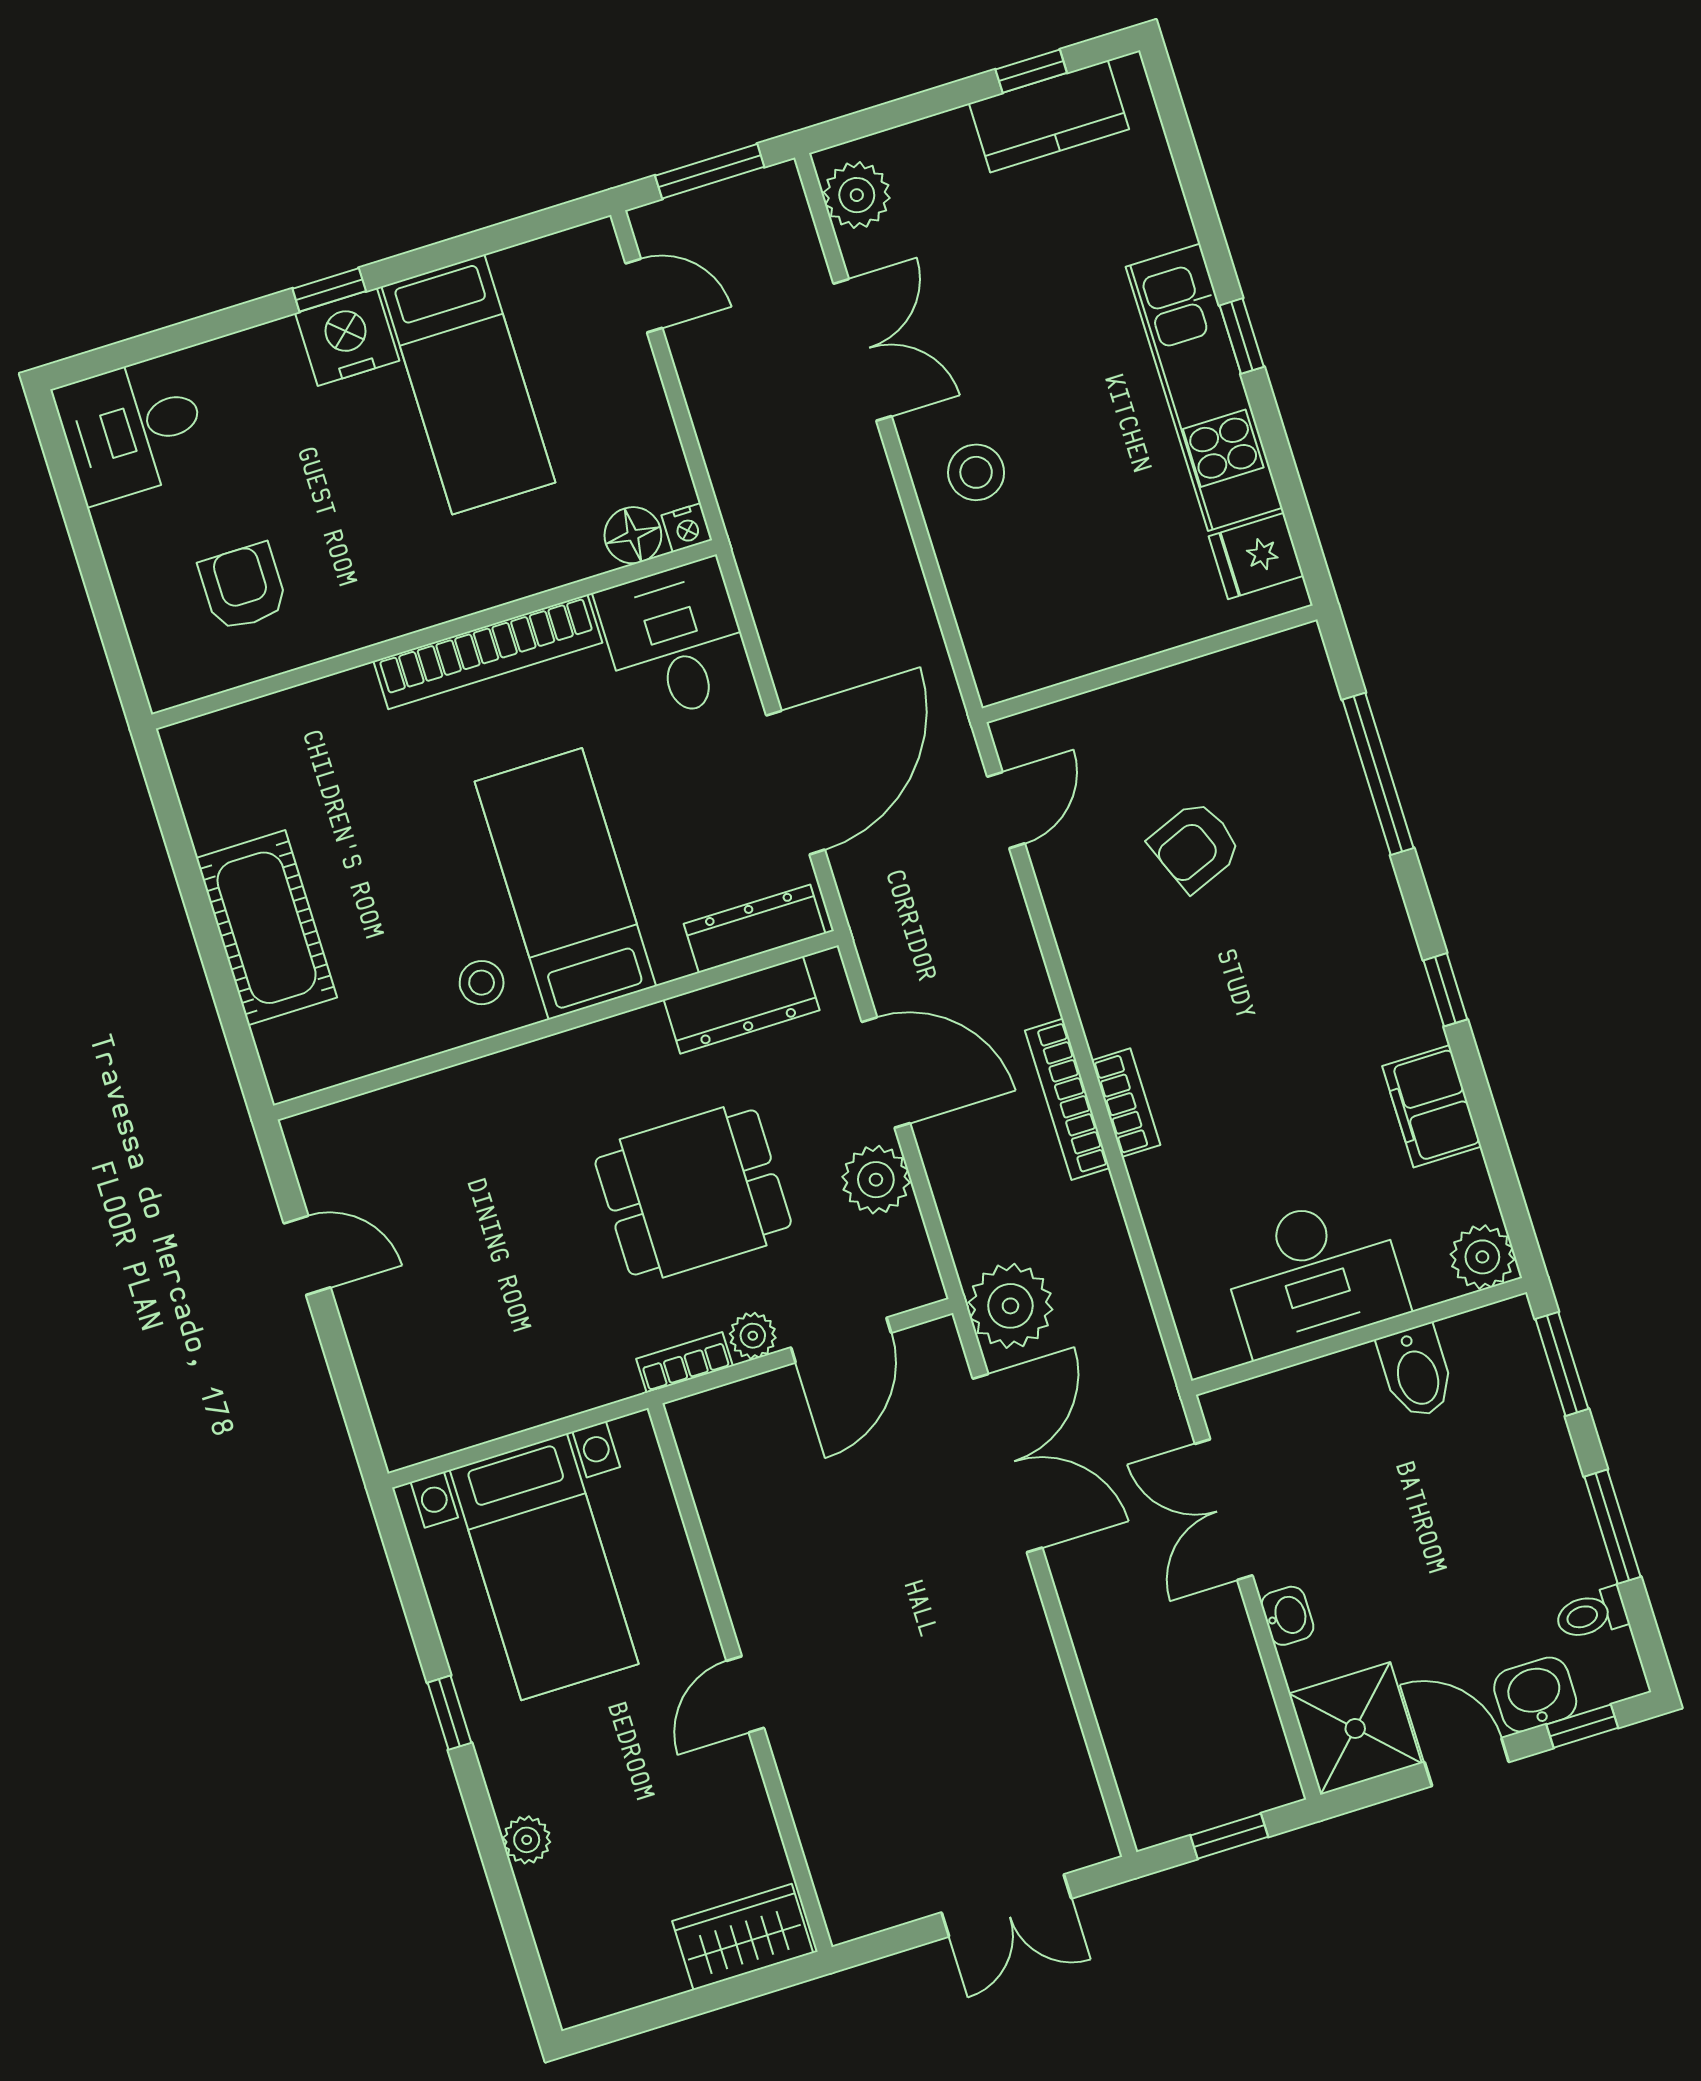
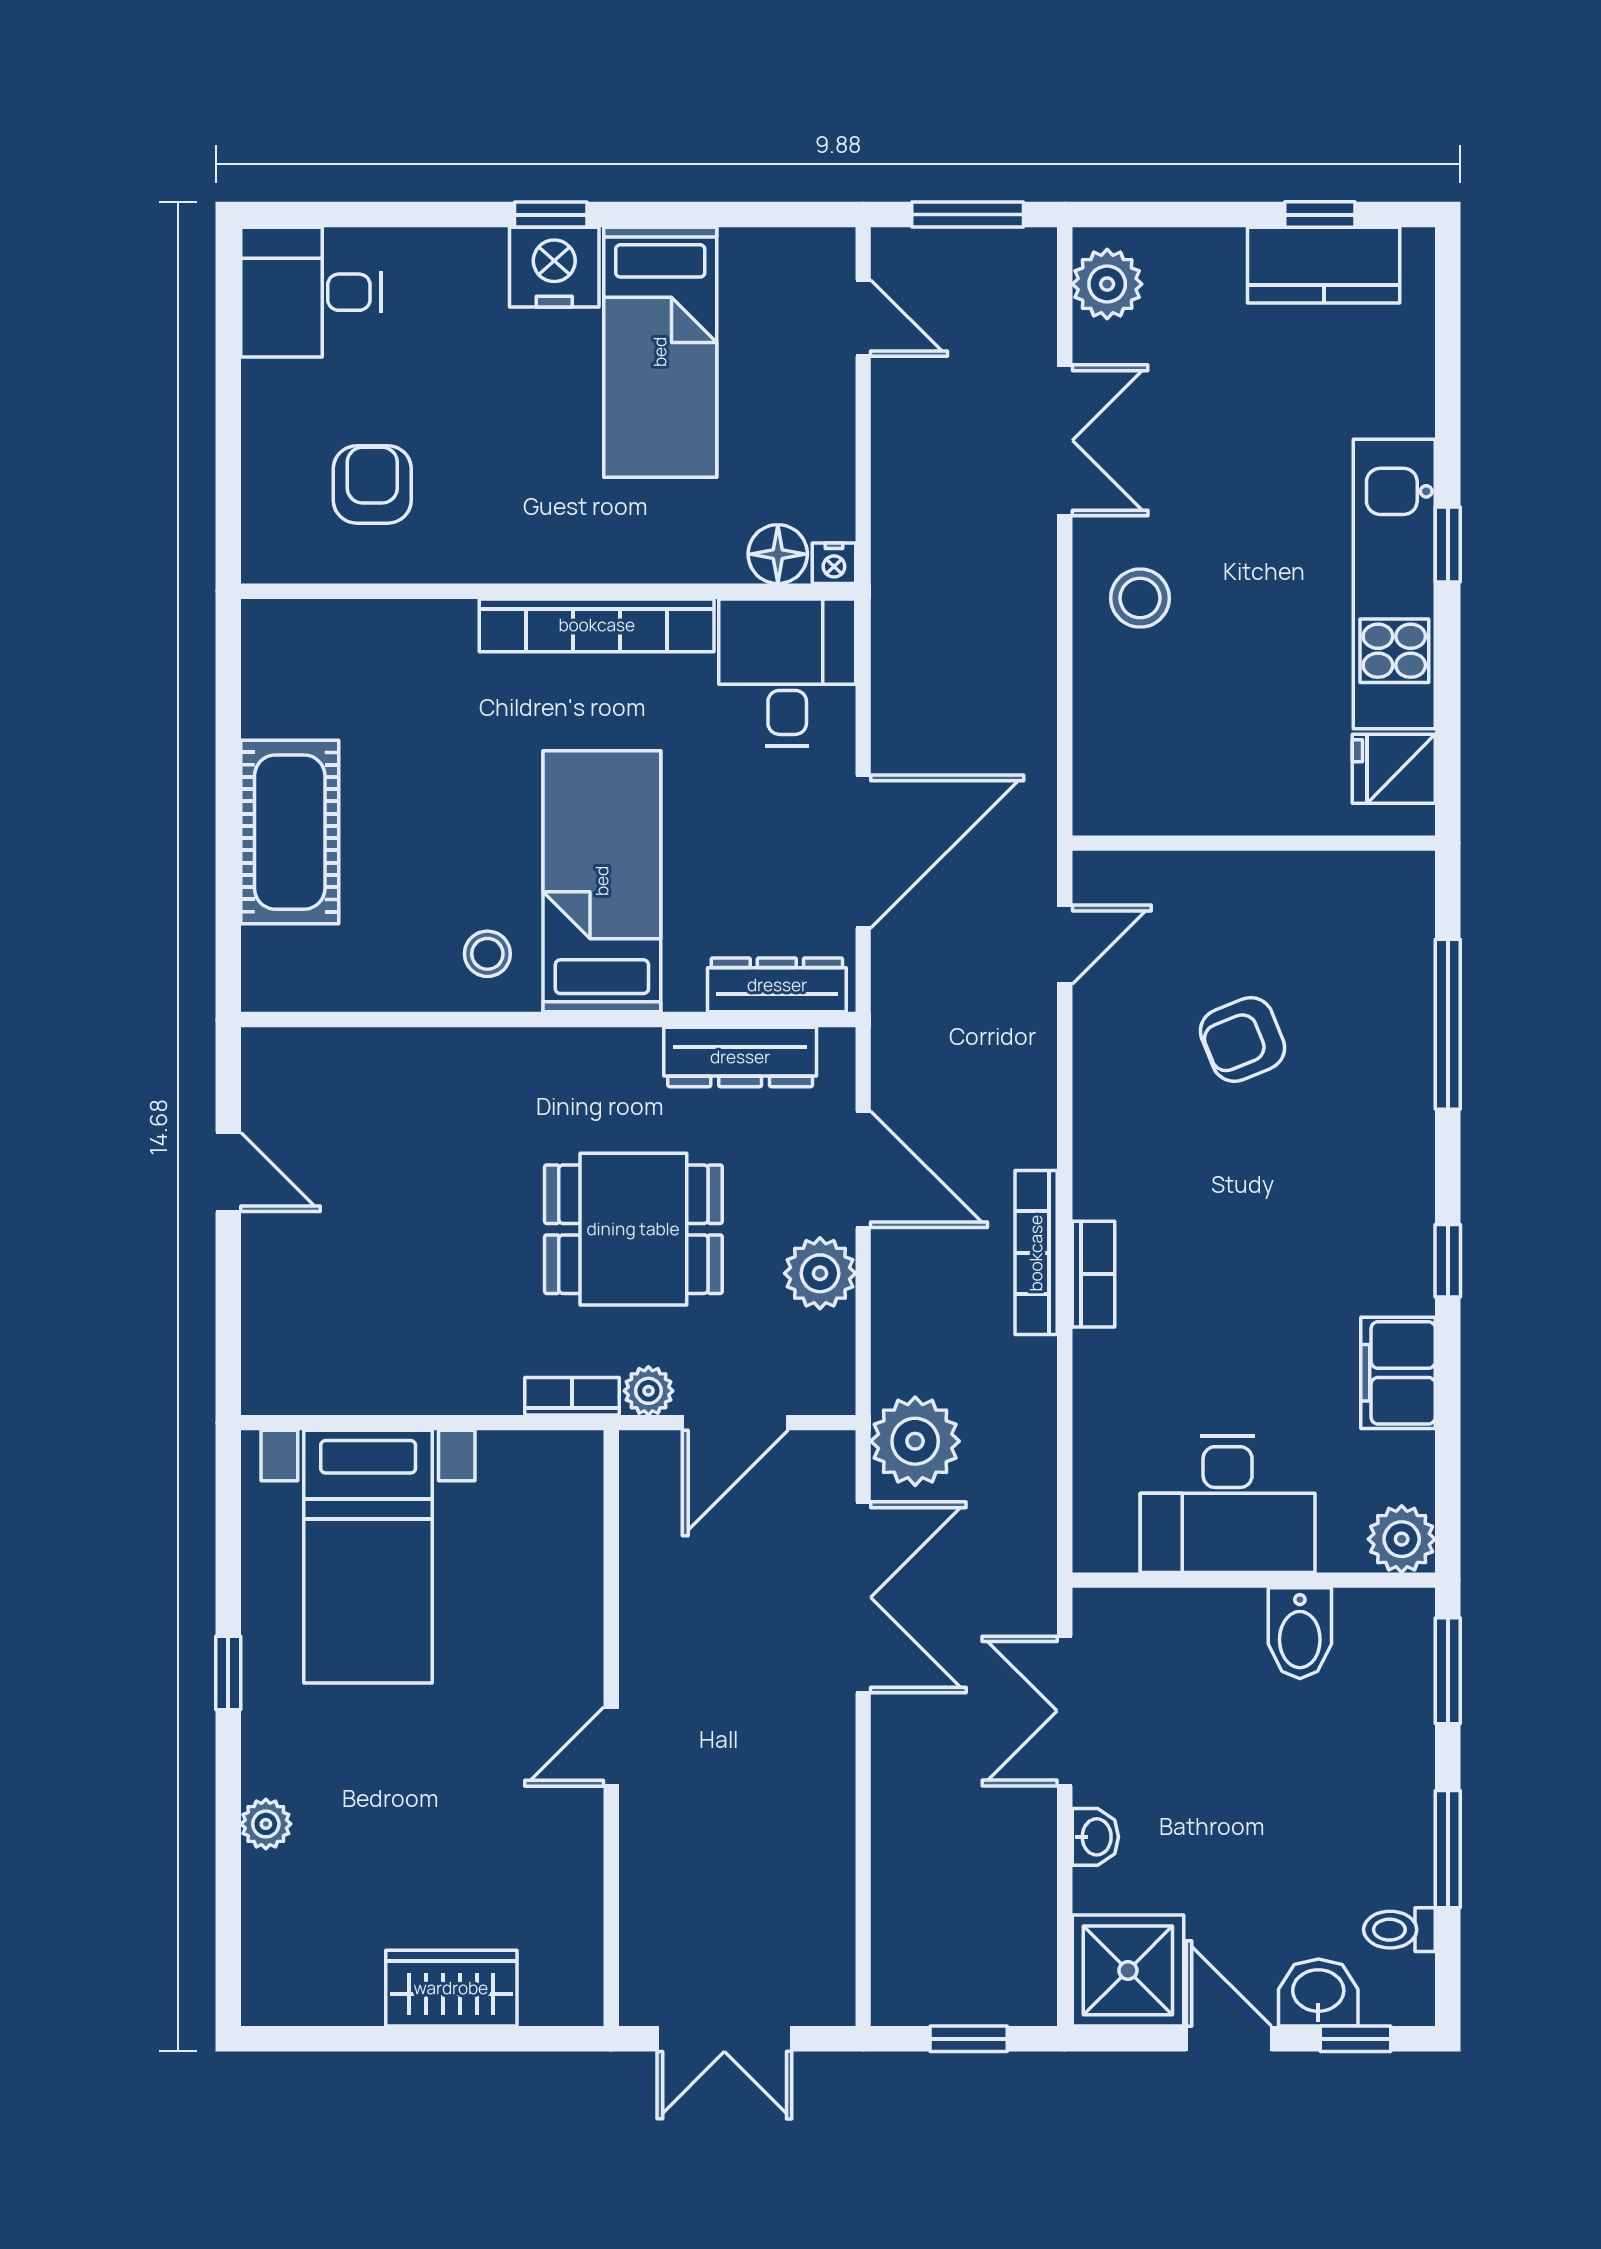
wall: (740, 1677) -> (611, 1728), moved
door: (745, 1694) -> (611, 1747), moved

